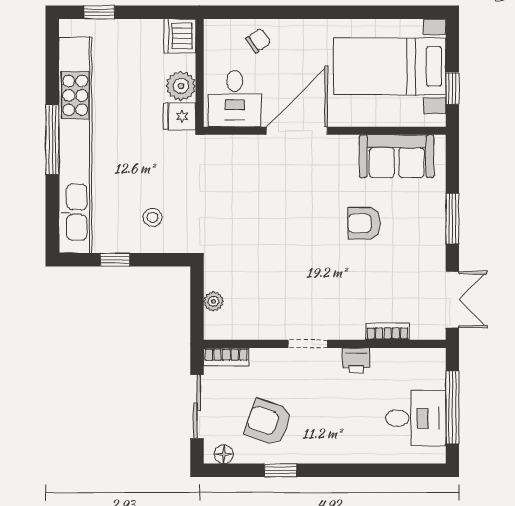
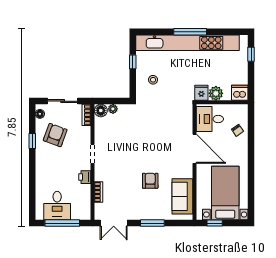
floor lamp: (217, 327) -> (101, 111), added

